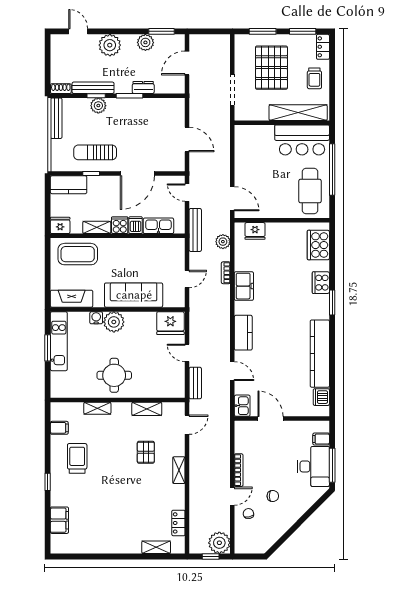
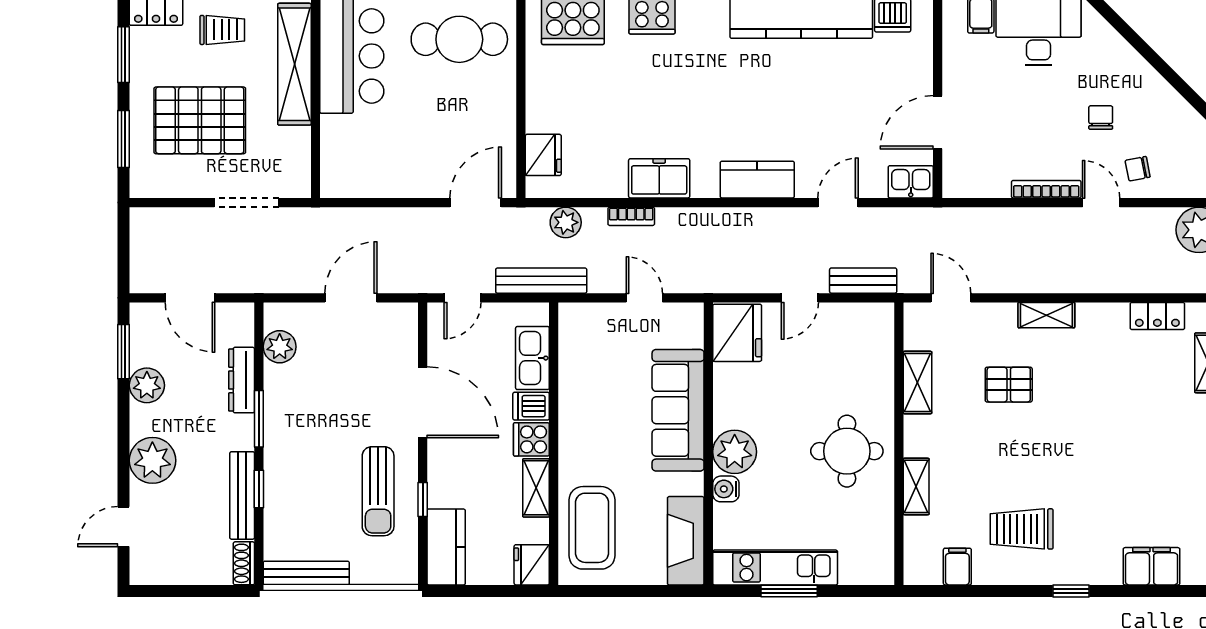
dresser: (143, 88) -> (242, 380), width x1.44
plant: (98, 106) -> (280, 347), moved

